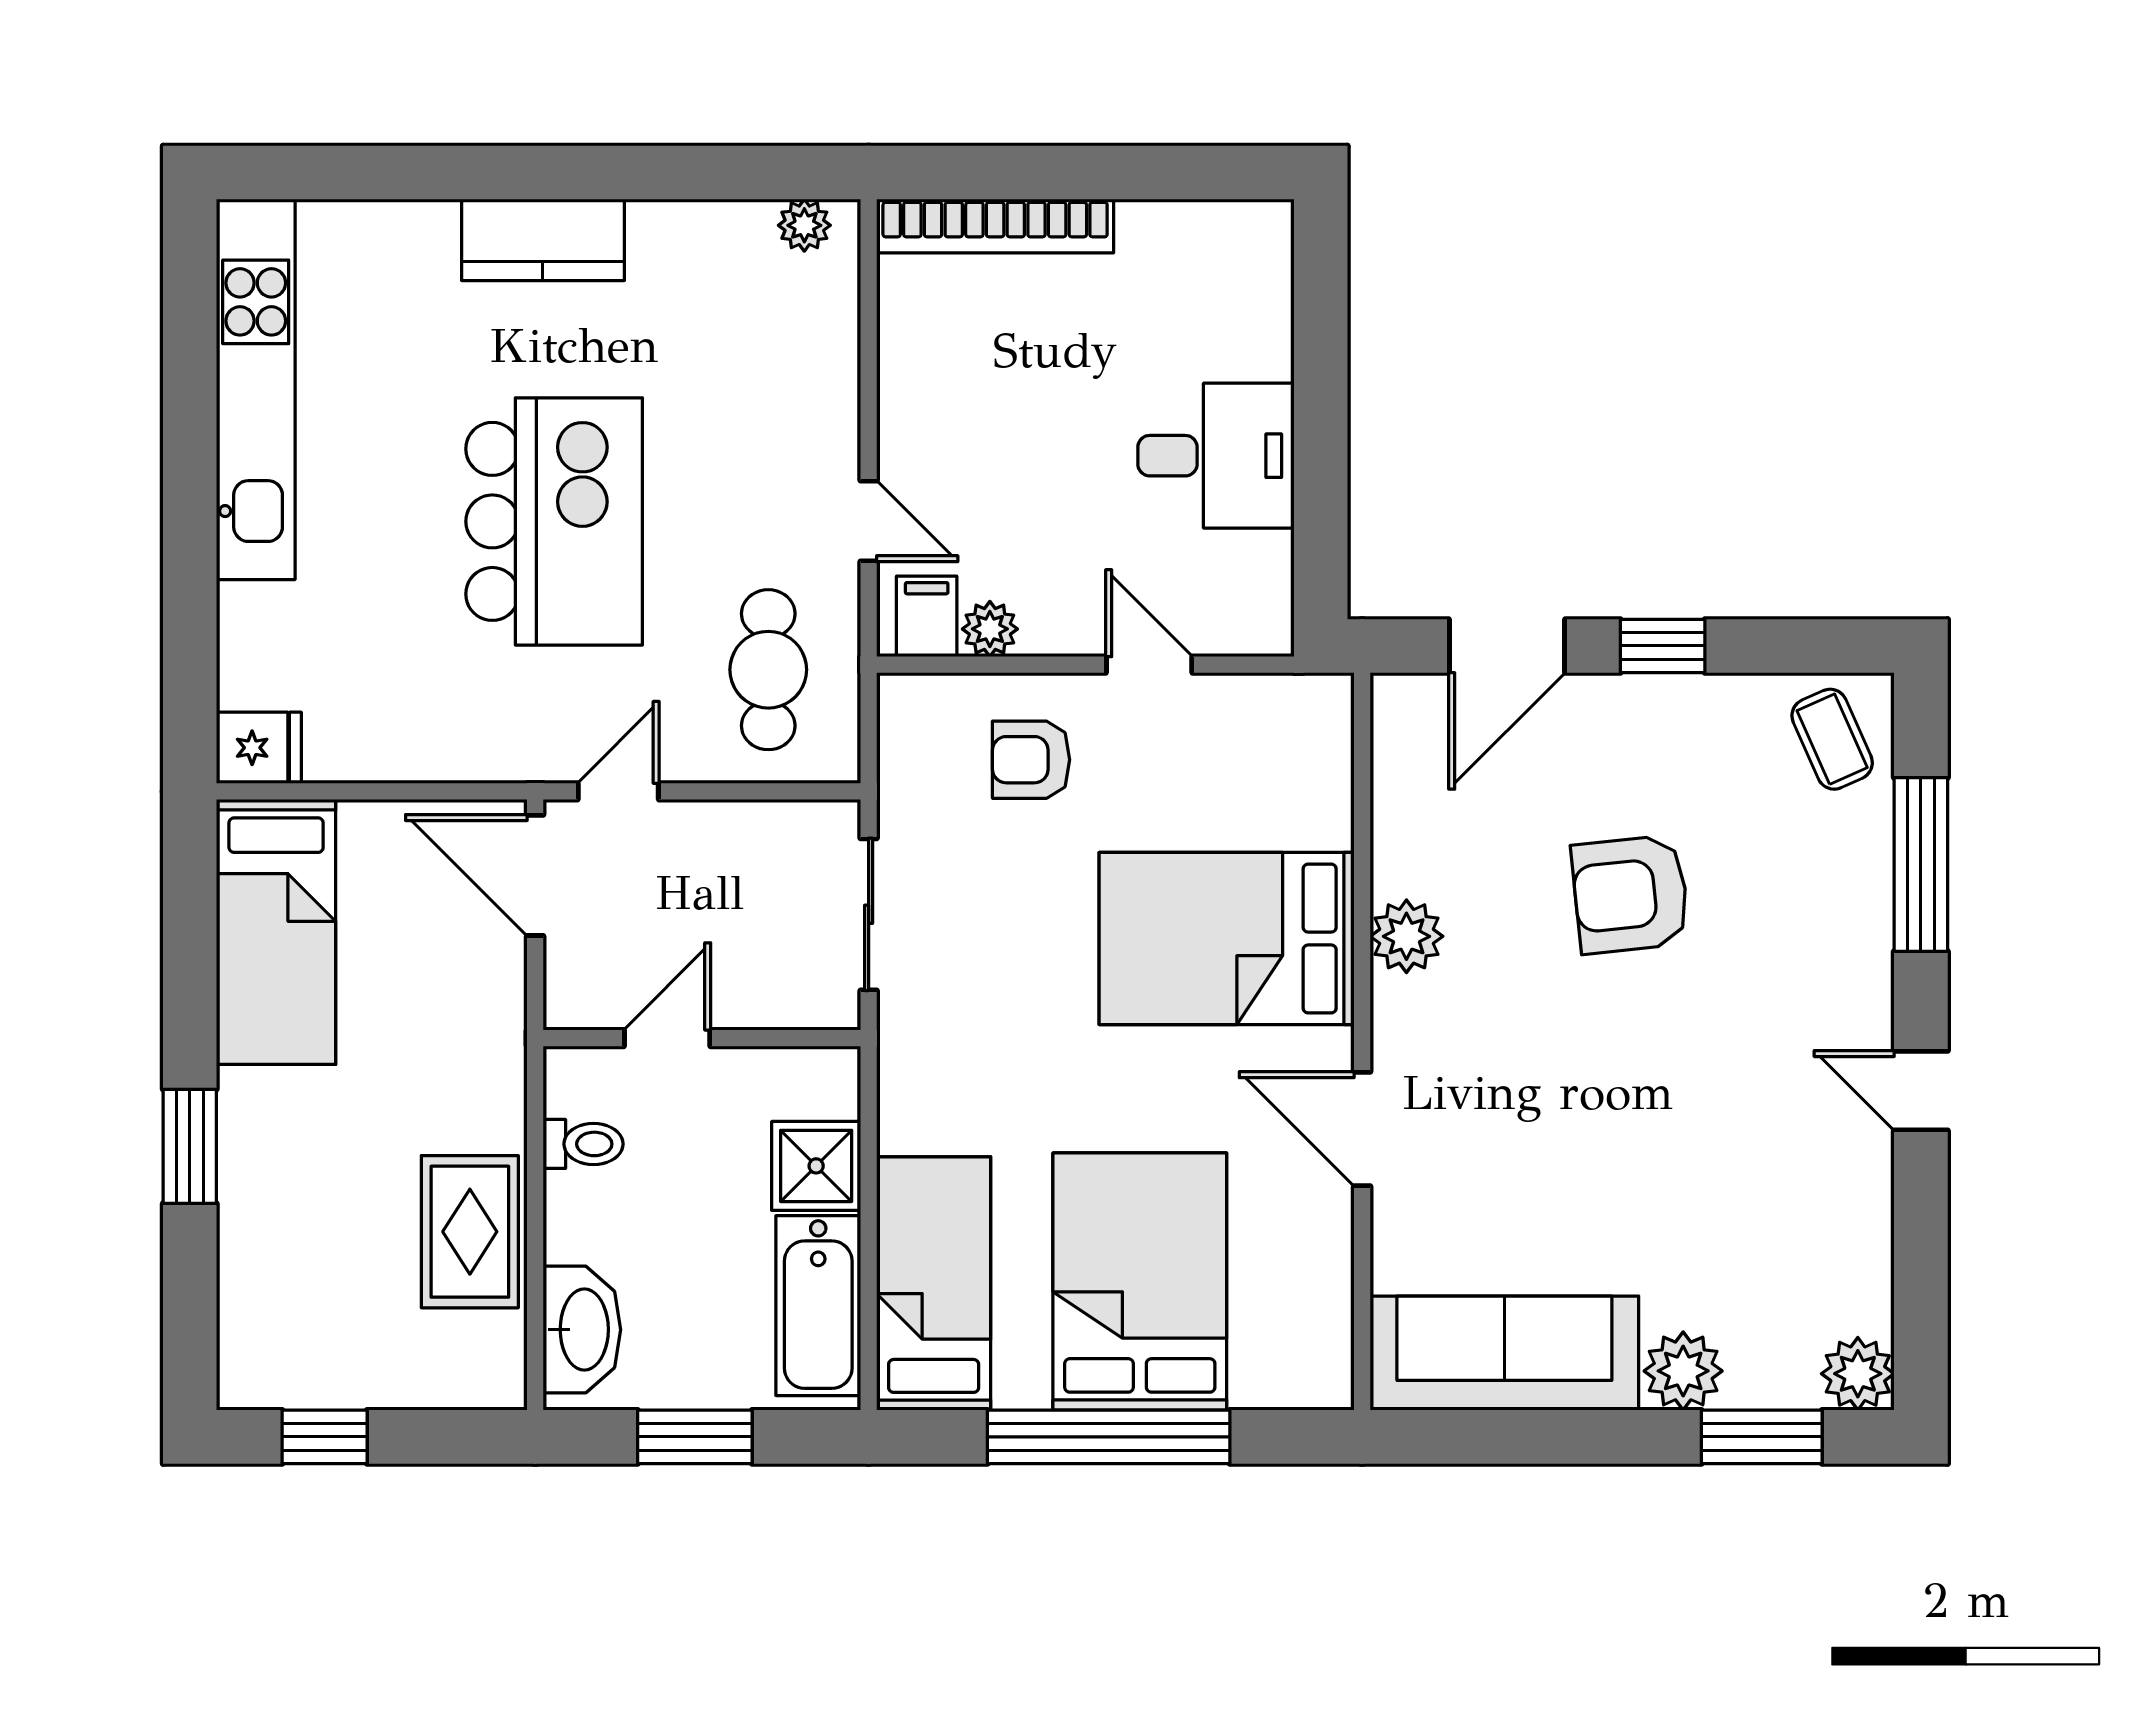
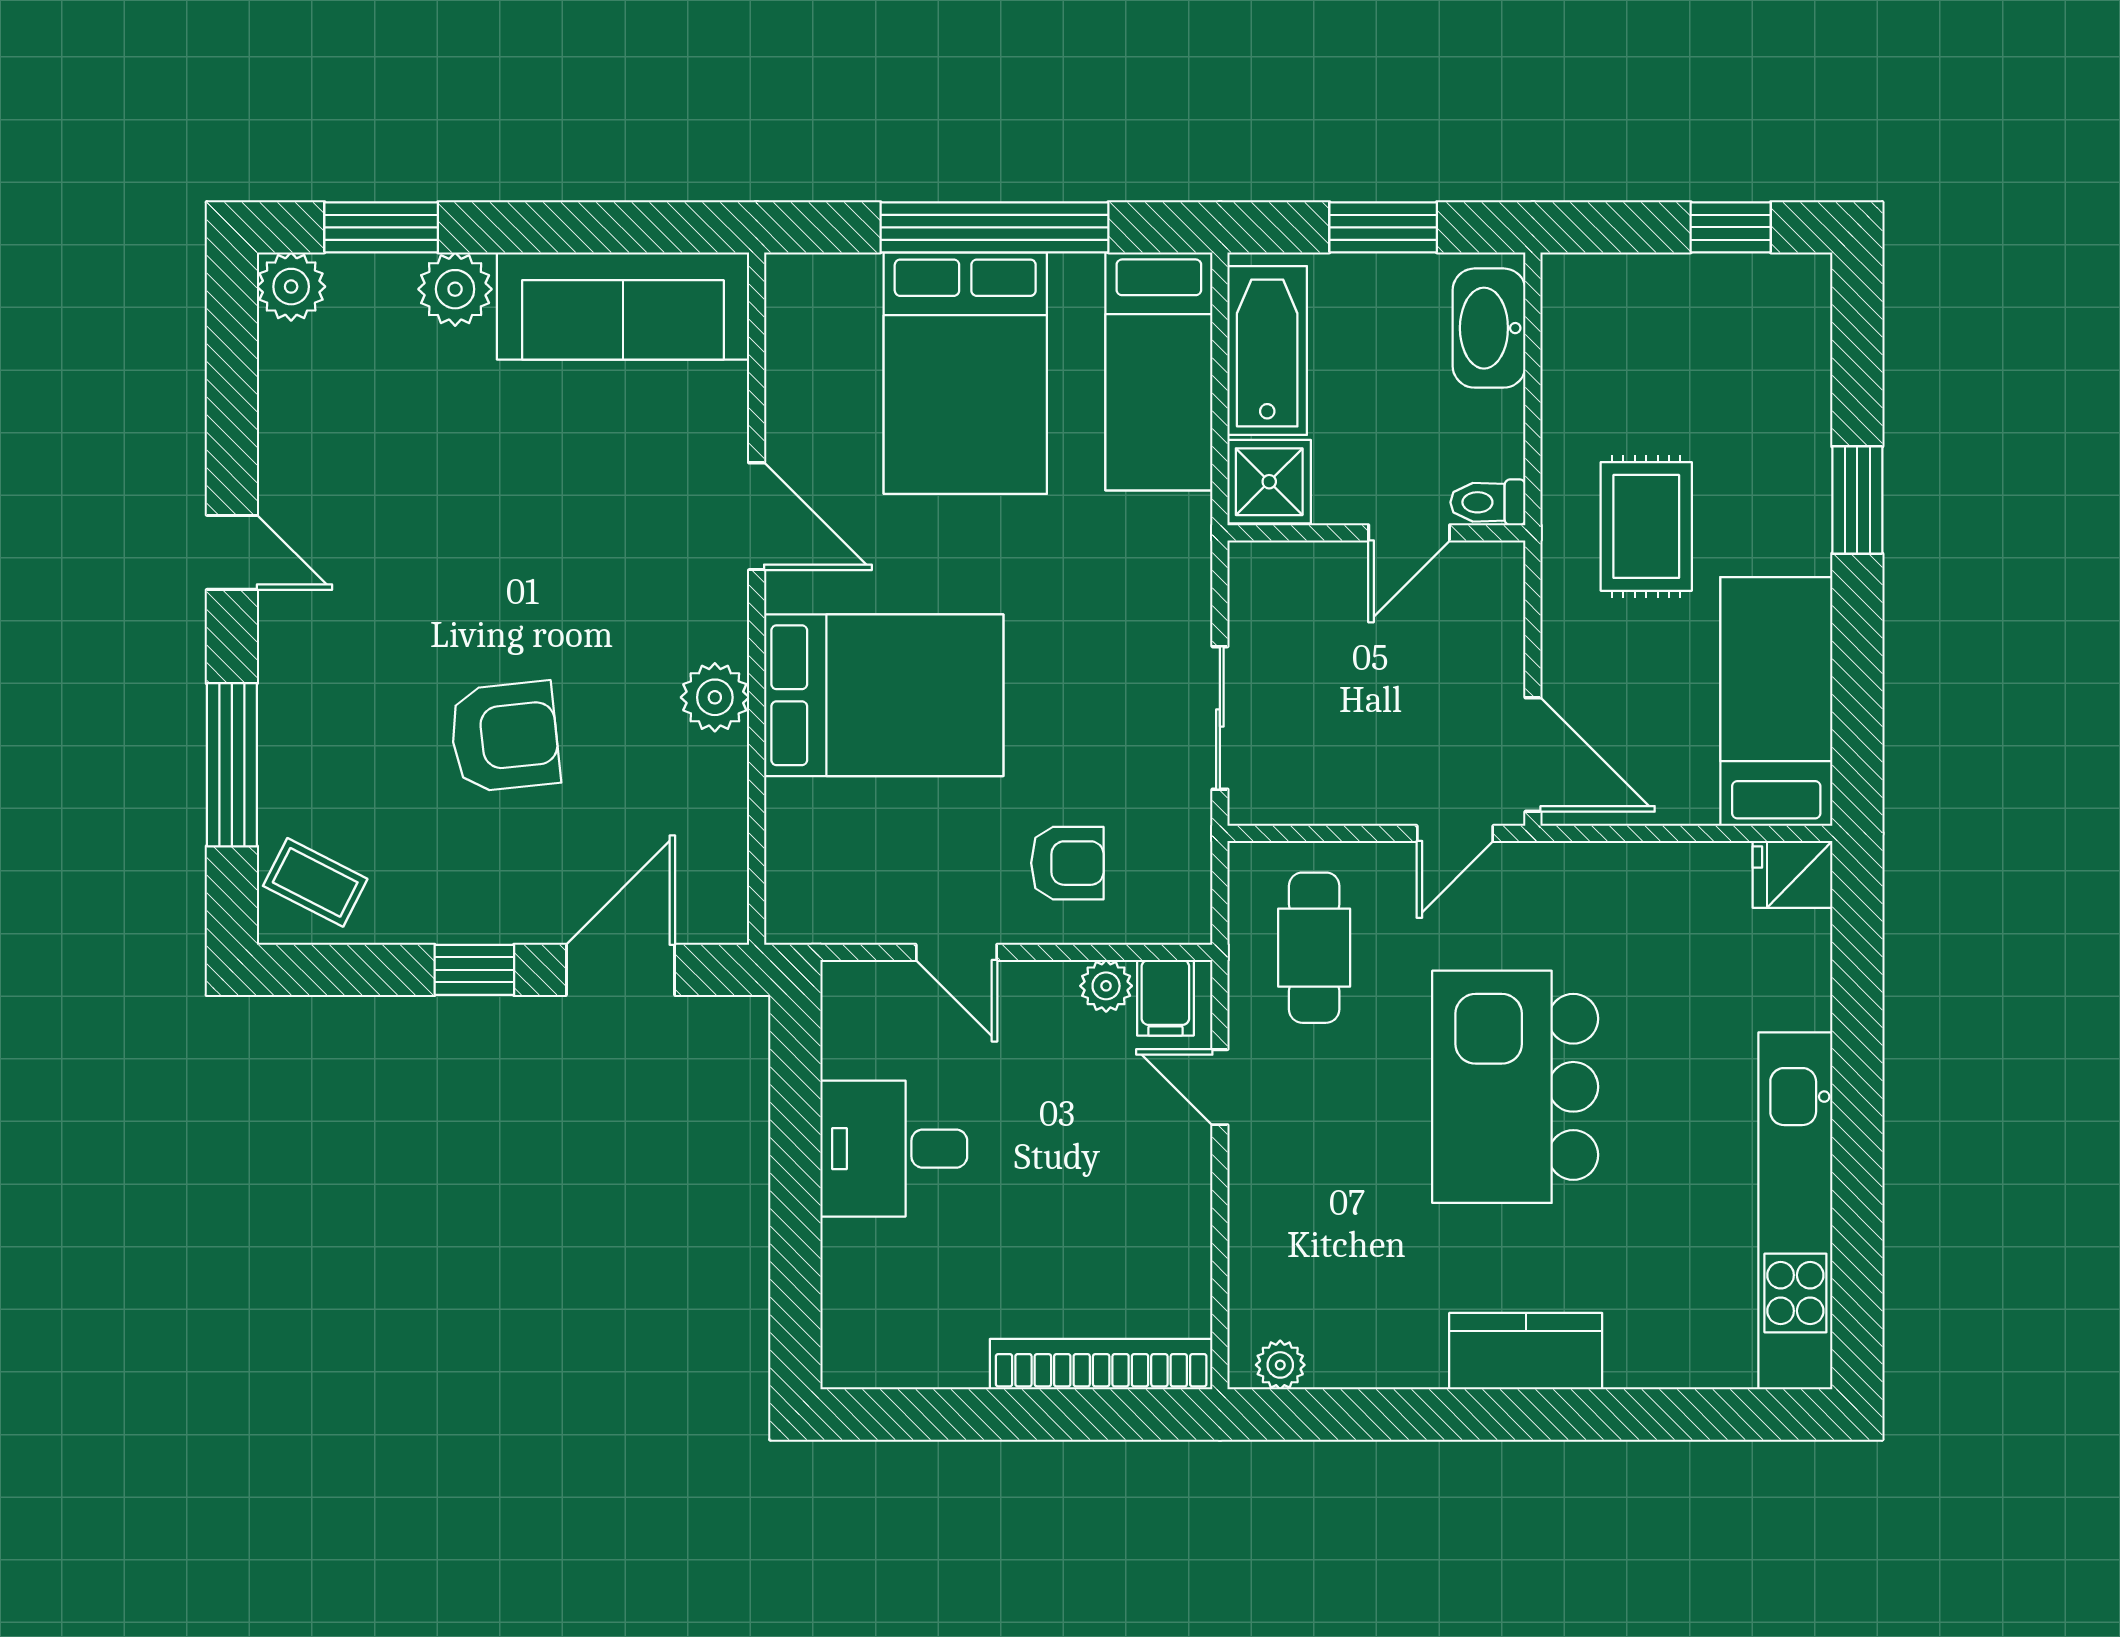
coffee table: (1832, 739) -> (315, 882), turned -39
door: (667, 1038) -> (1409, 533), moved
wall: (702, 1038) -> (1376, 533), moved
rug: (470, 1232) -> (1646, 526), moved

